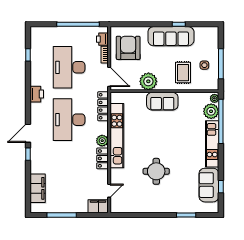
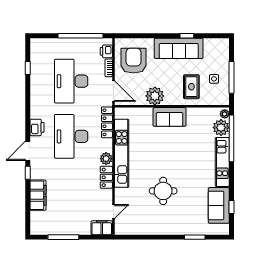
printer: (37, 94) -> (37, 127), moved
filing cabinet: (38, 188) -> (38, 195), moved

